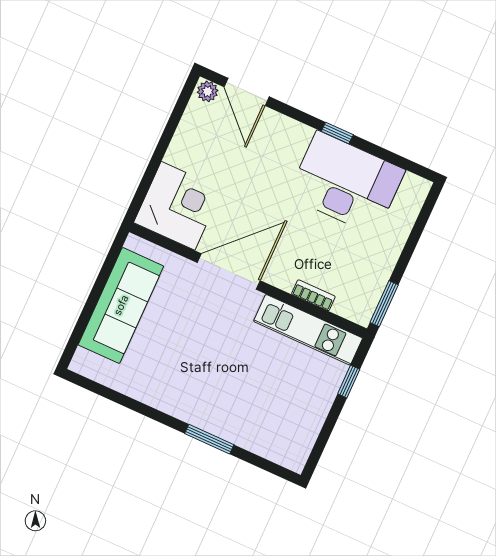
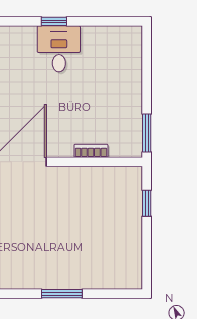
desk: (346, 183) -> (59, 49), width x0.53, depth x0.77
kitchen unit: (308, 330) -> (99, 178), removed

